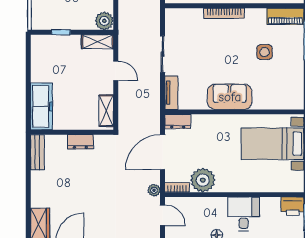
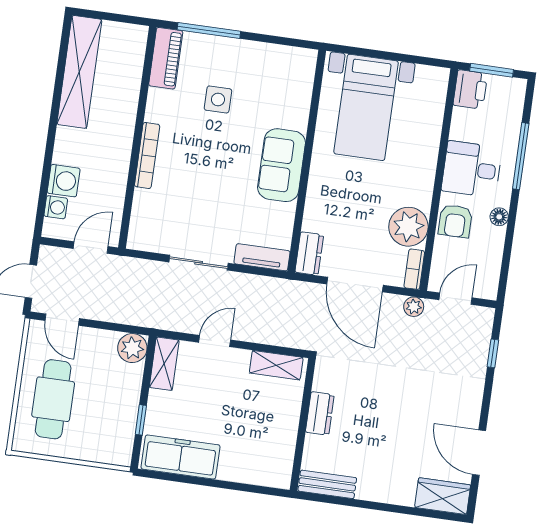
freezer: (42, 106) -> (181, 457), moved
armchair: (210, 208) -> (455, 221), added

